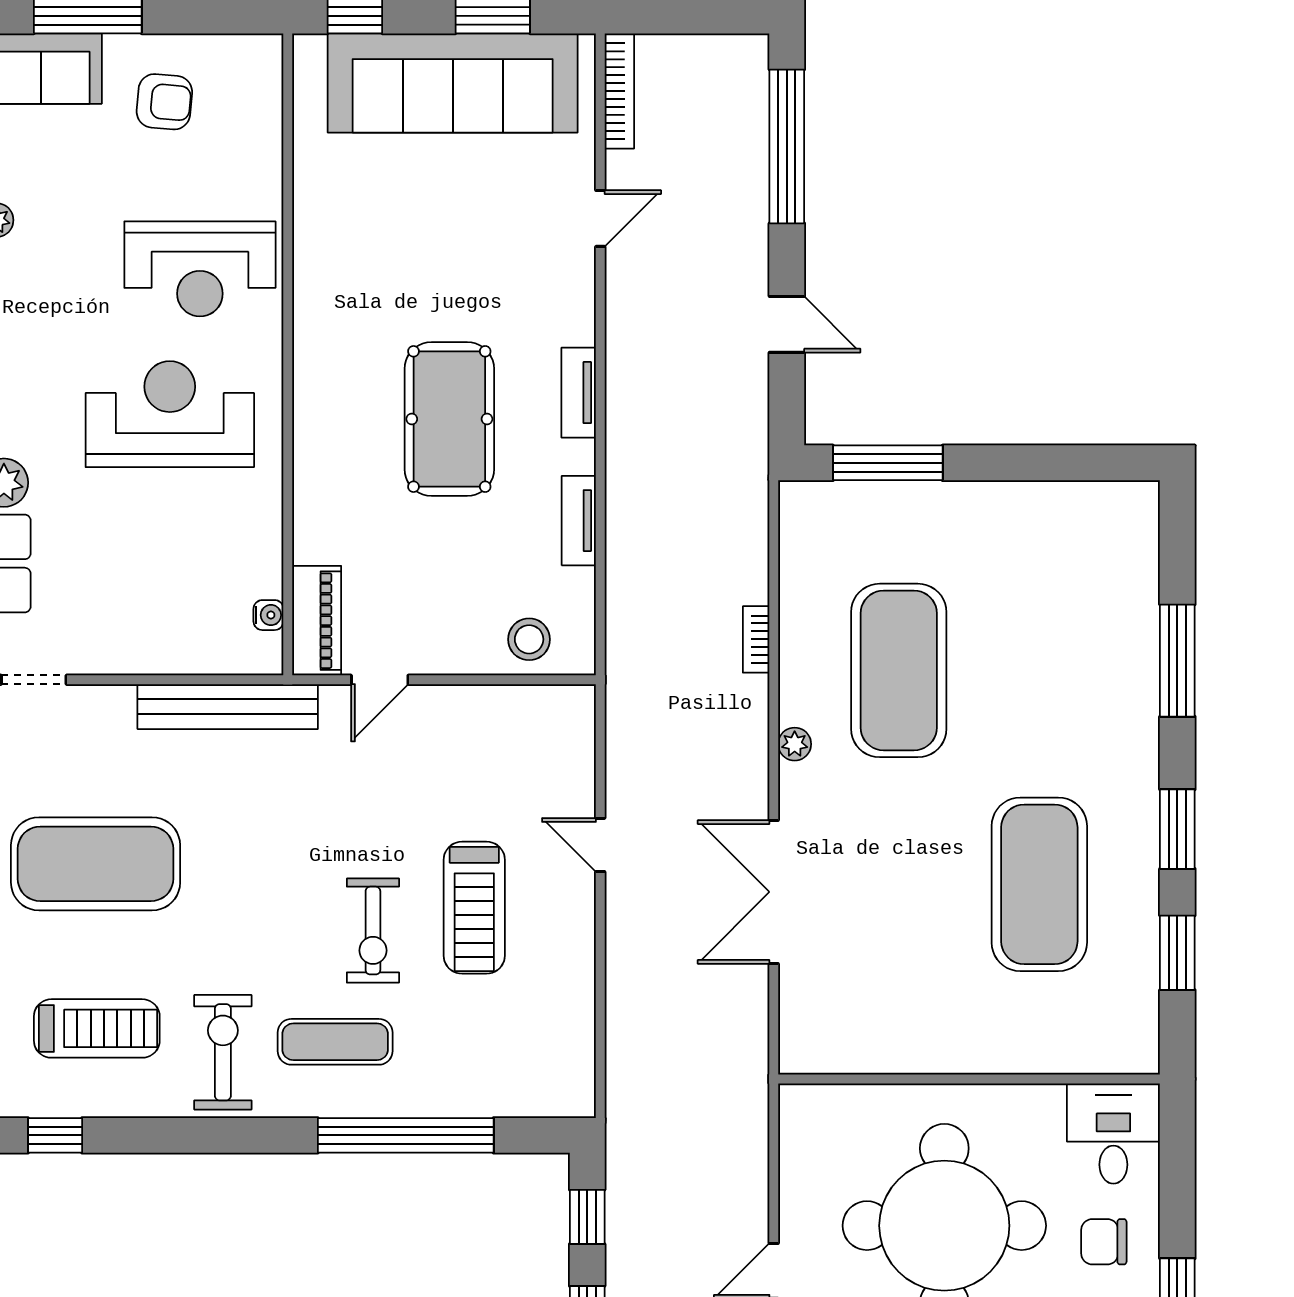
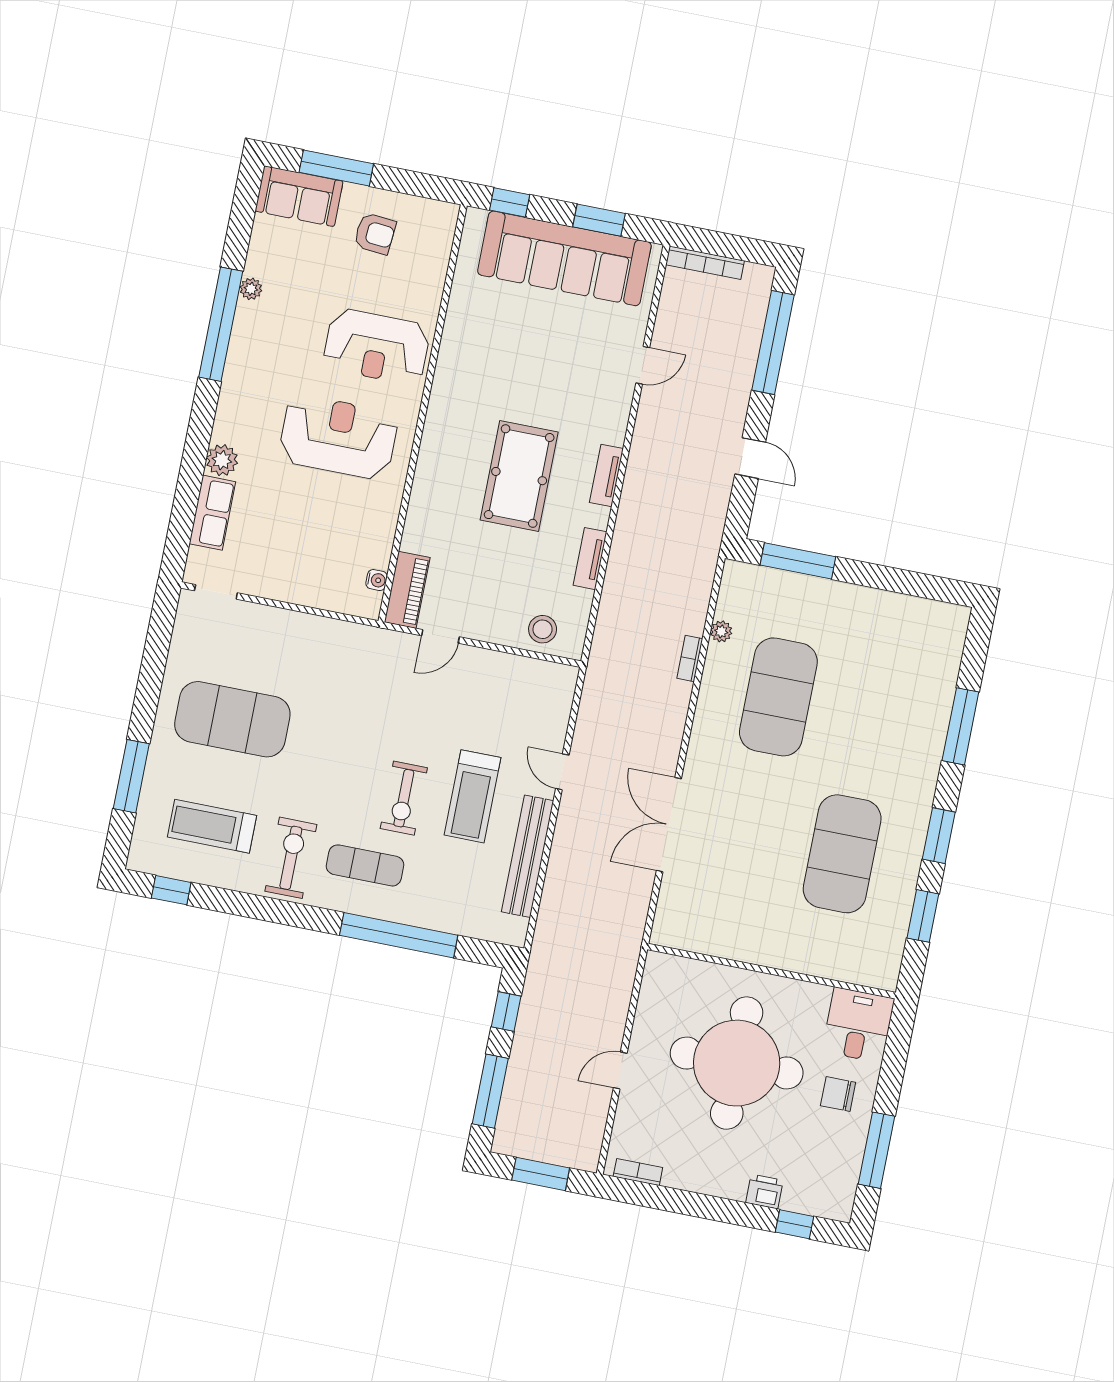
bookcase: (619, 91) -> (705, 263), moved, turned 90
bench: (228, 707) -> (528, 856), moved, turned 90
plant: (795, 744) -> (721, 631), moved
treadmill: (97, 1028) -> (212, 826), turned 180

